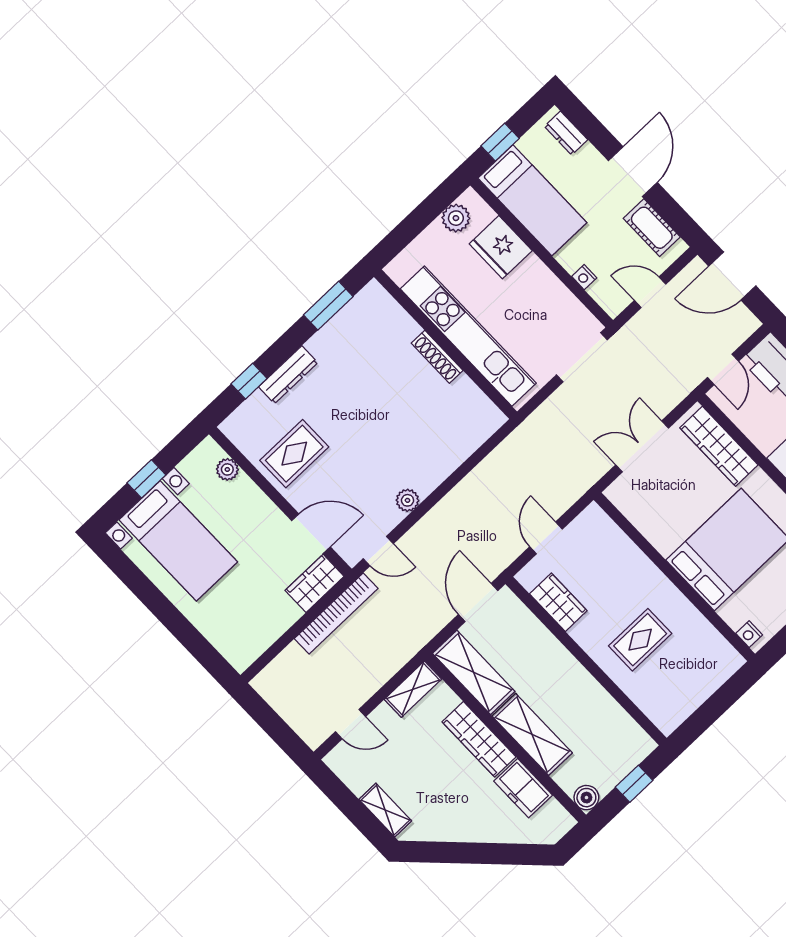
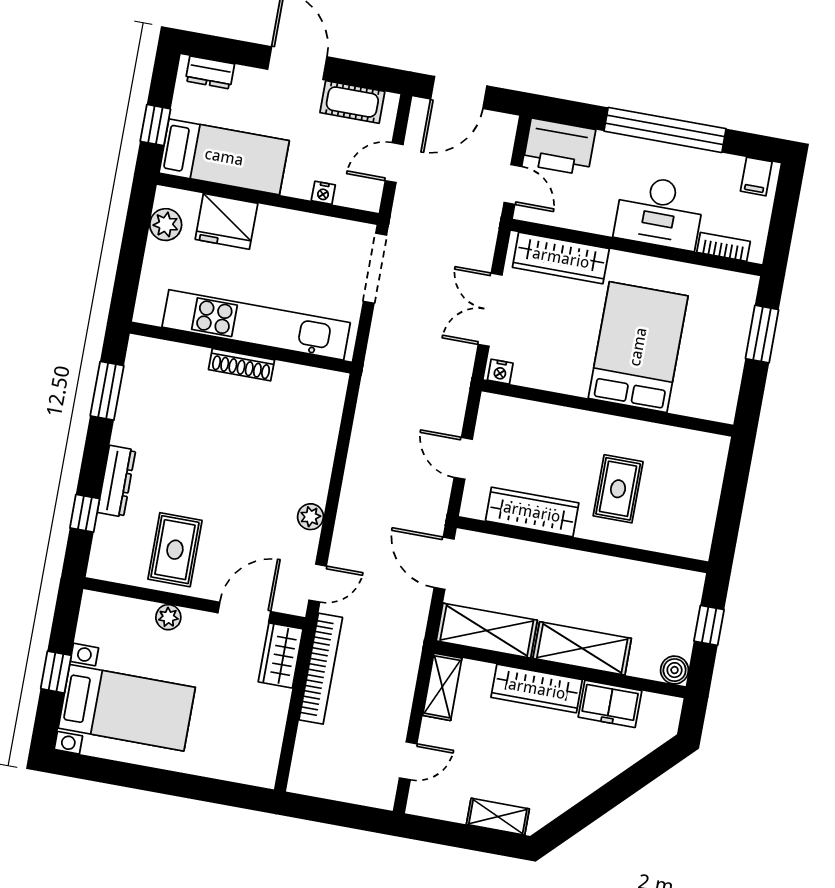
plant: (227, 469) -> (168, 617), moved
wardrobe: (558, 602) -> (532, 512), width x1.50
nightstand: (749, 634) -> (500, 372), moved

